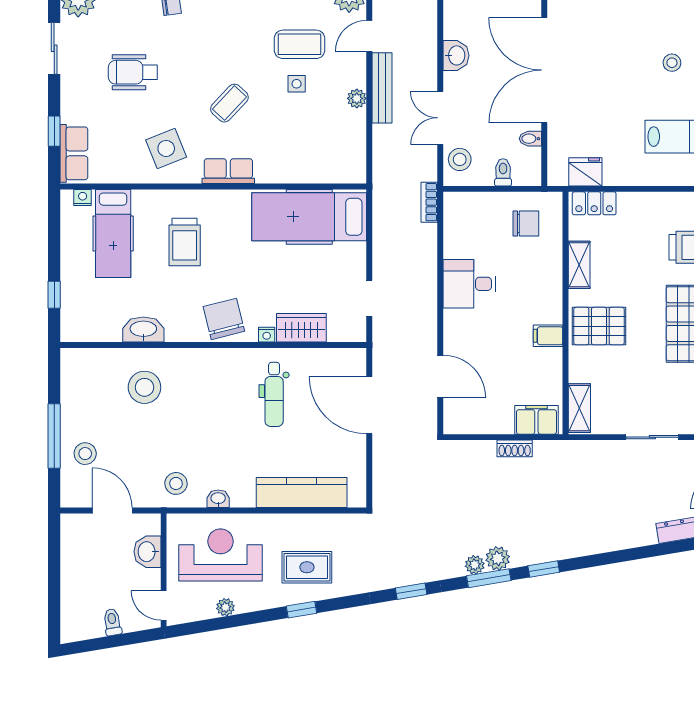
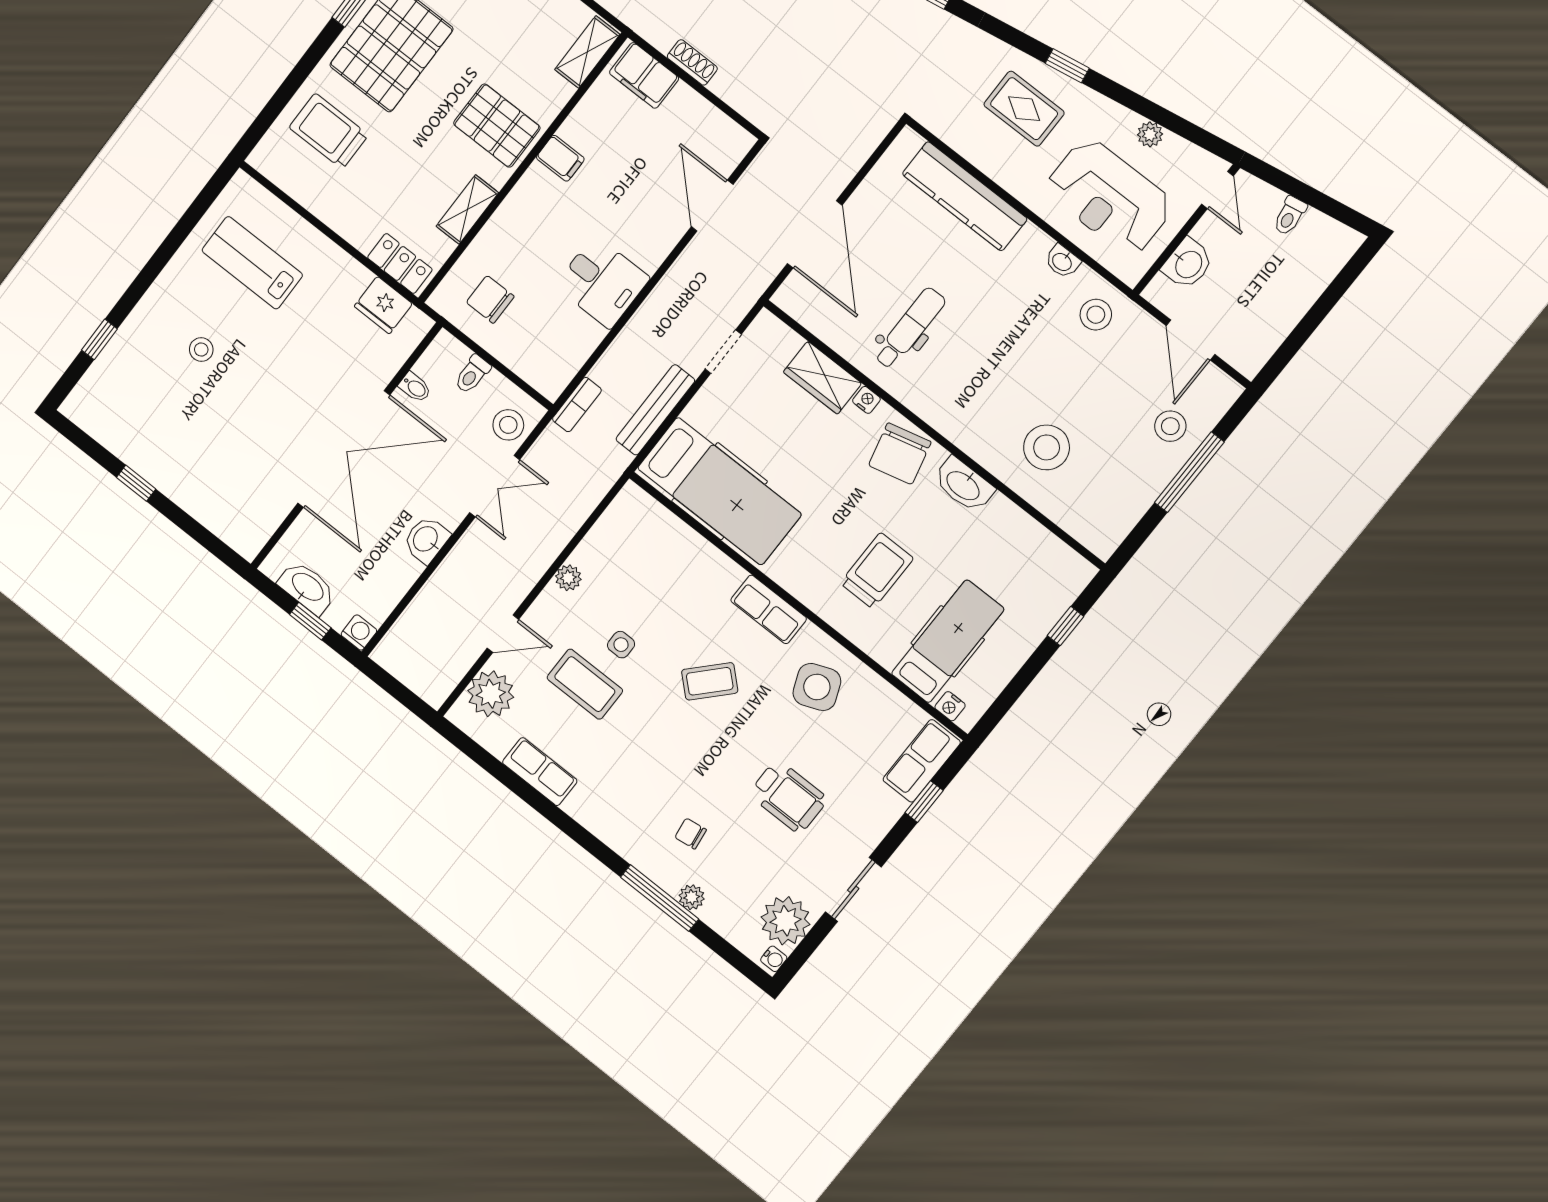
bench: (382, 88) -> (655, 410), moved
washbasin: (143, 330) -> (964, 485), moved

